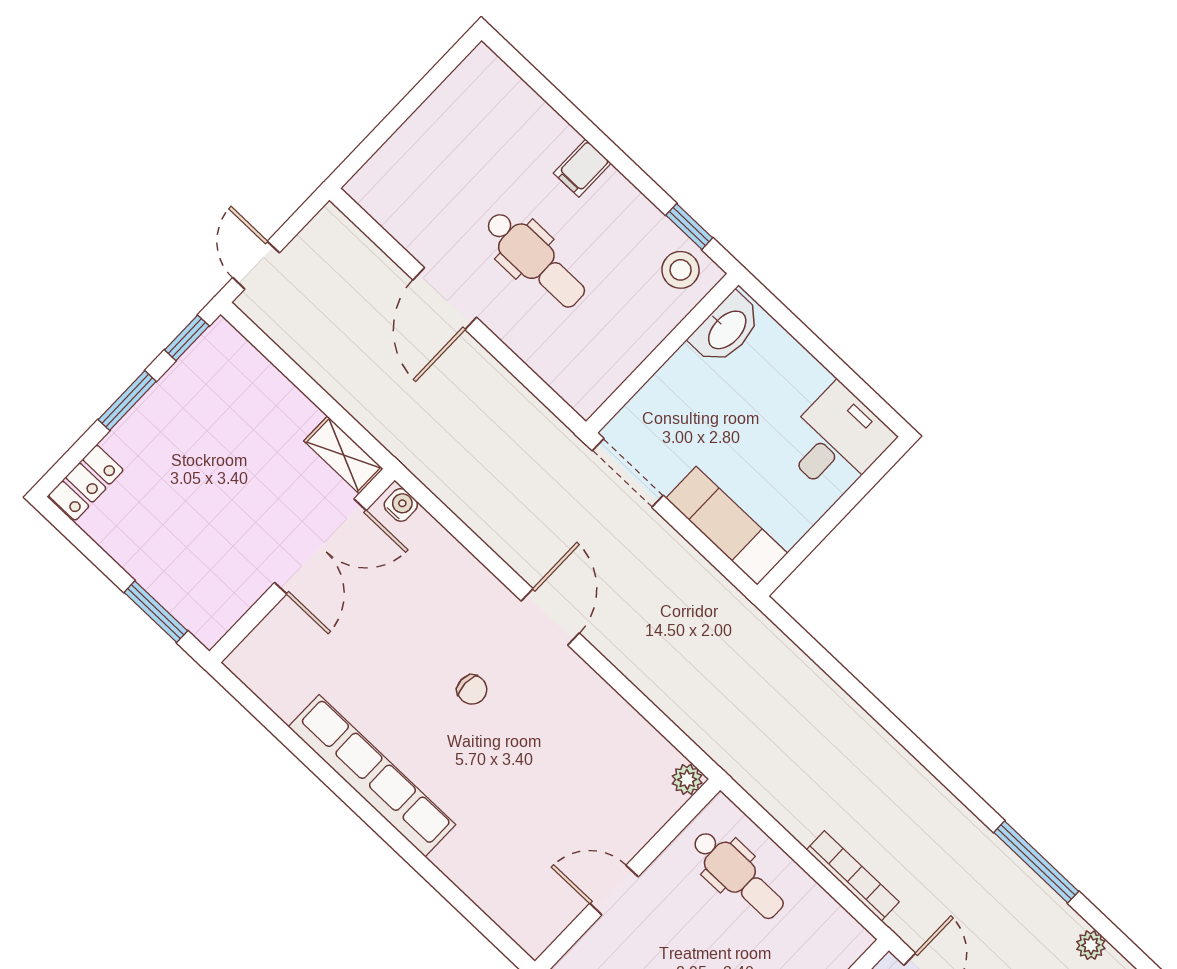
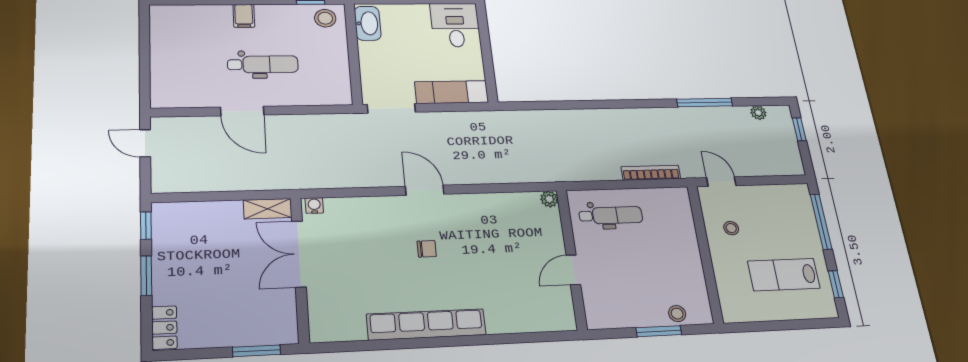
door: (256, 265) -> (145, 143), moved
double door: (320, 546) -> (299, 254), swing flipped

